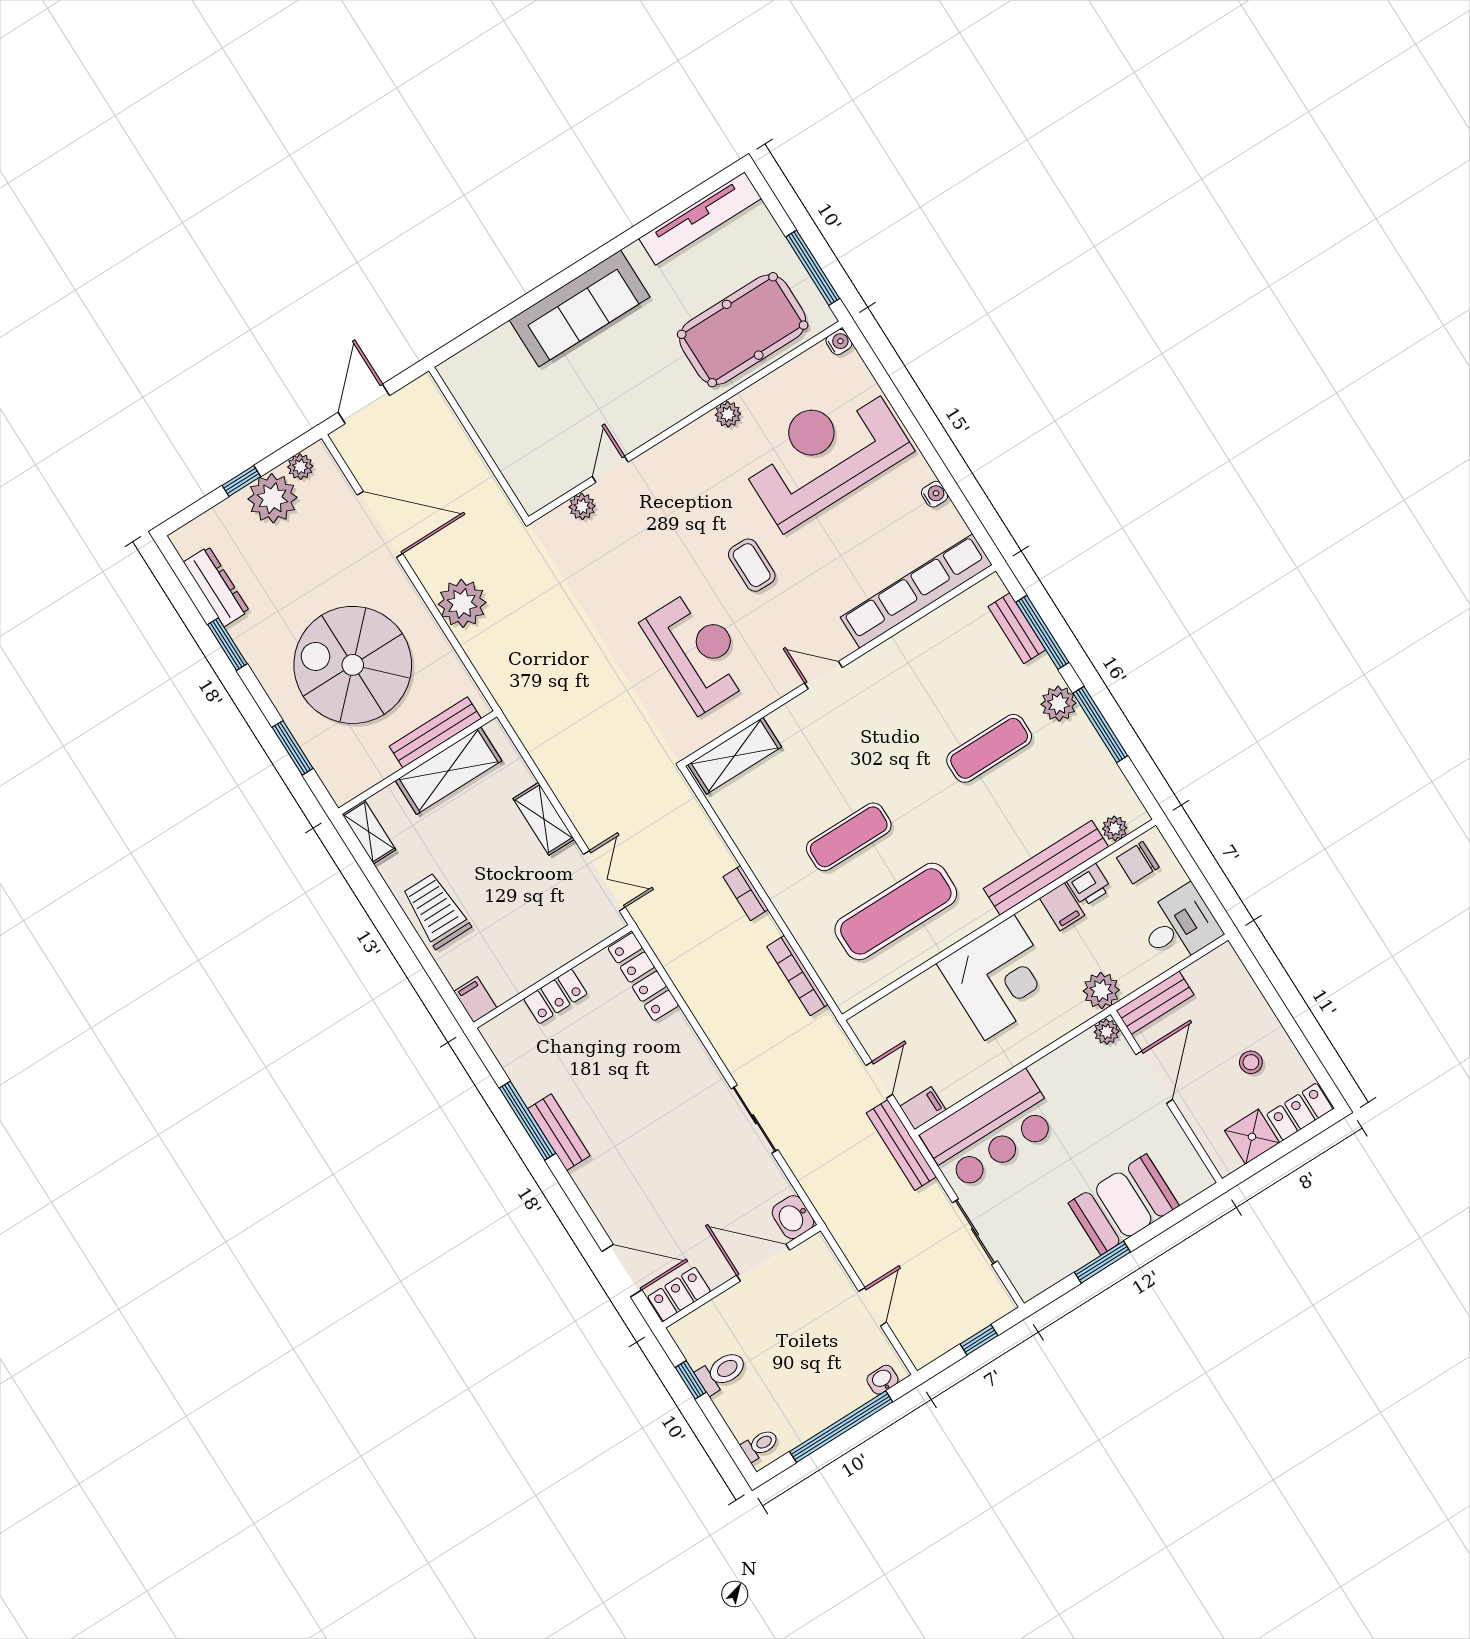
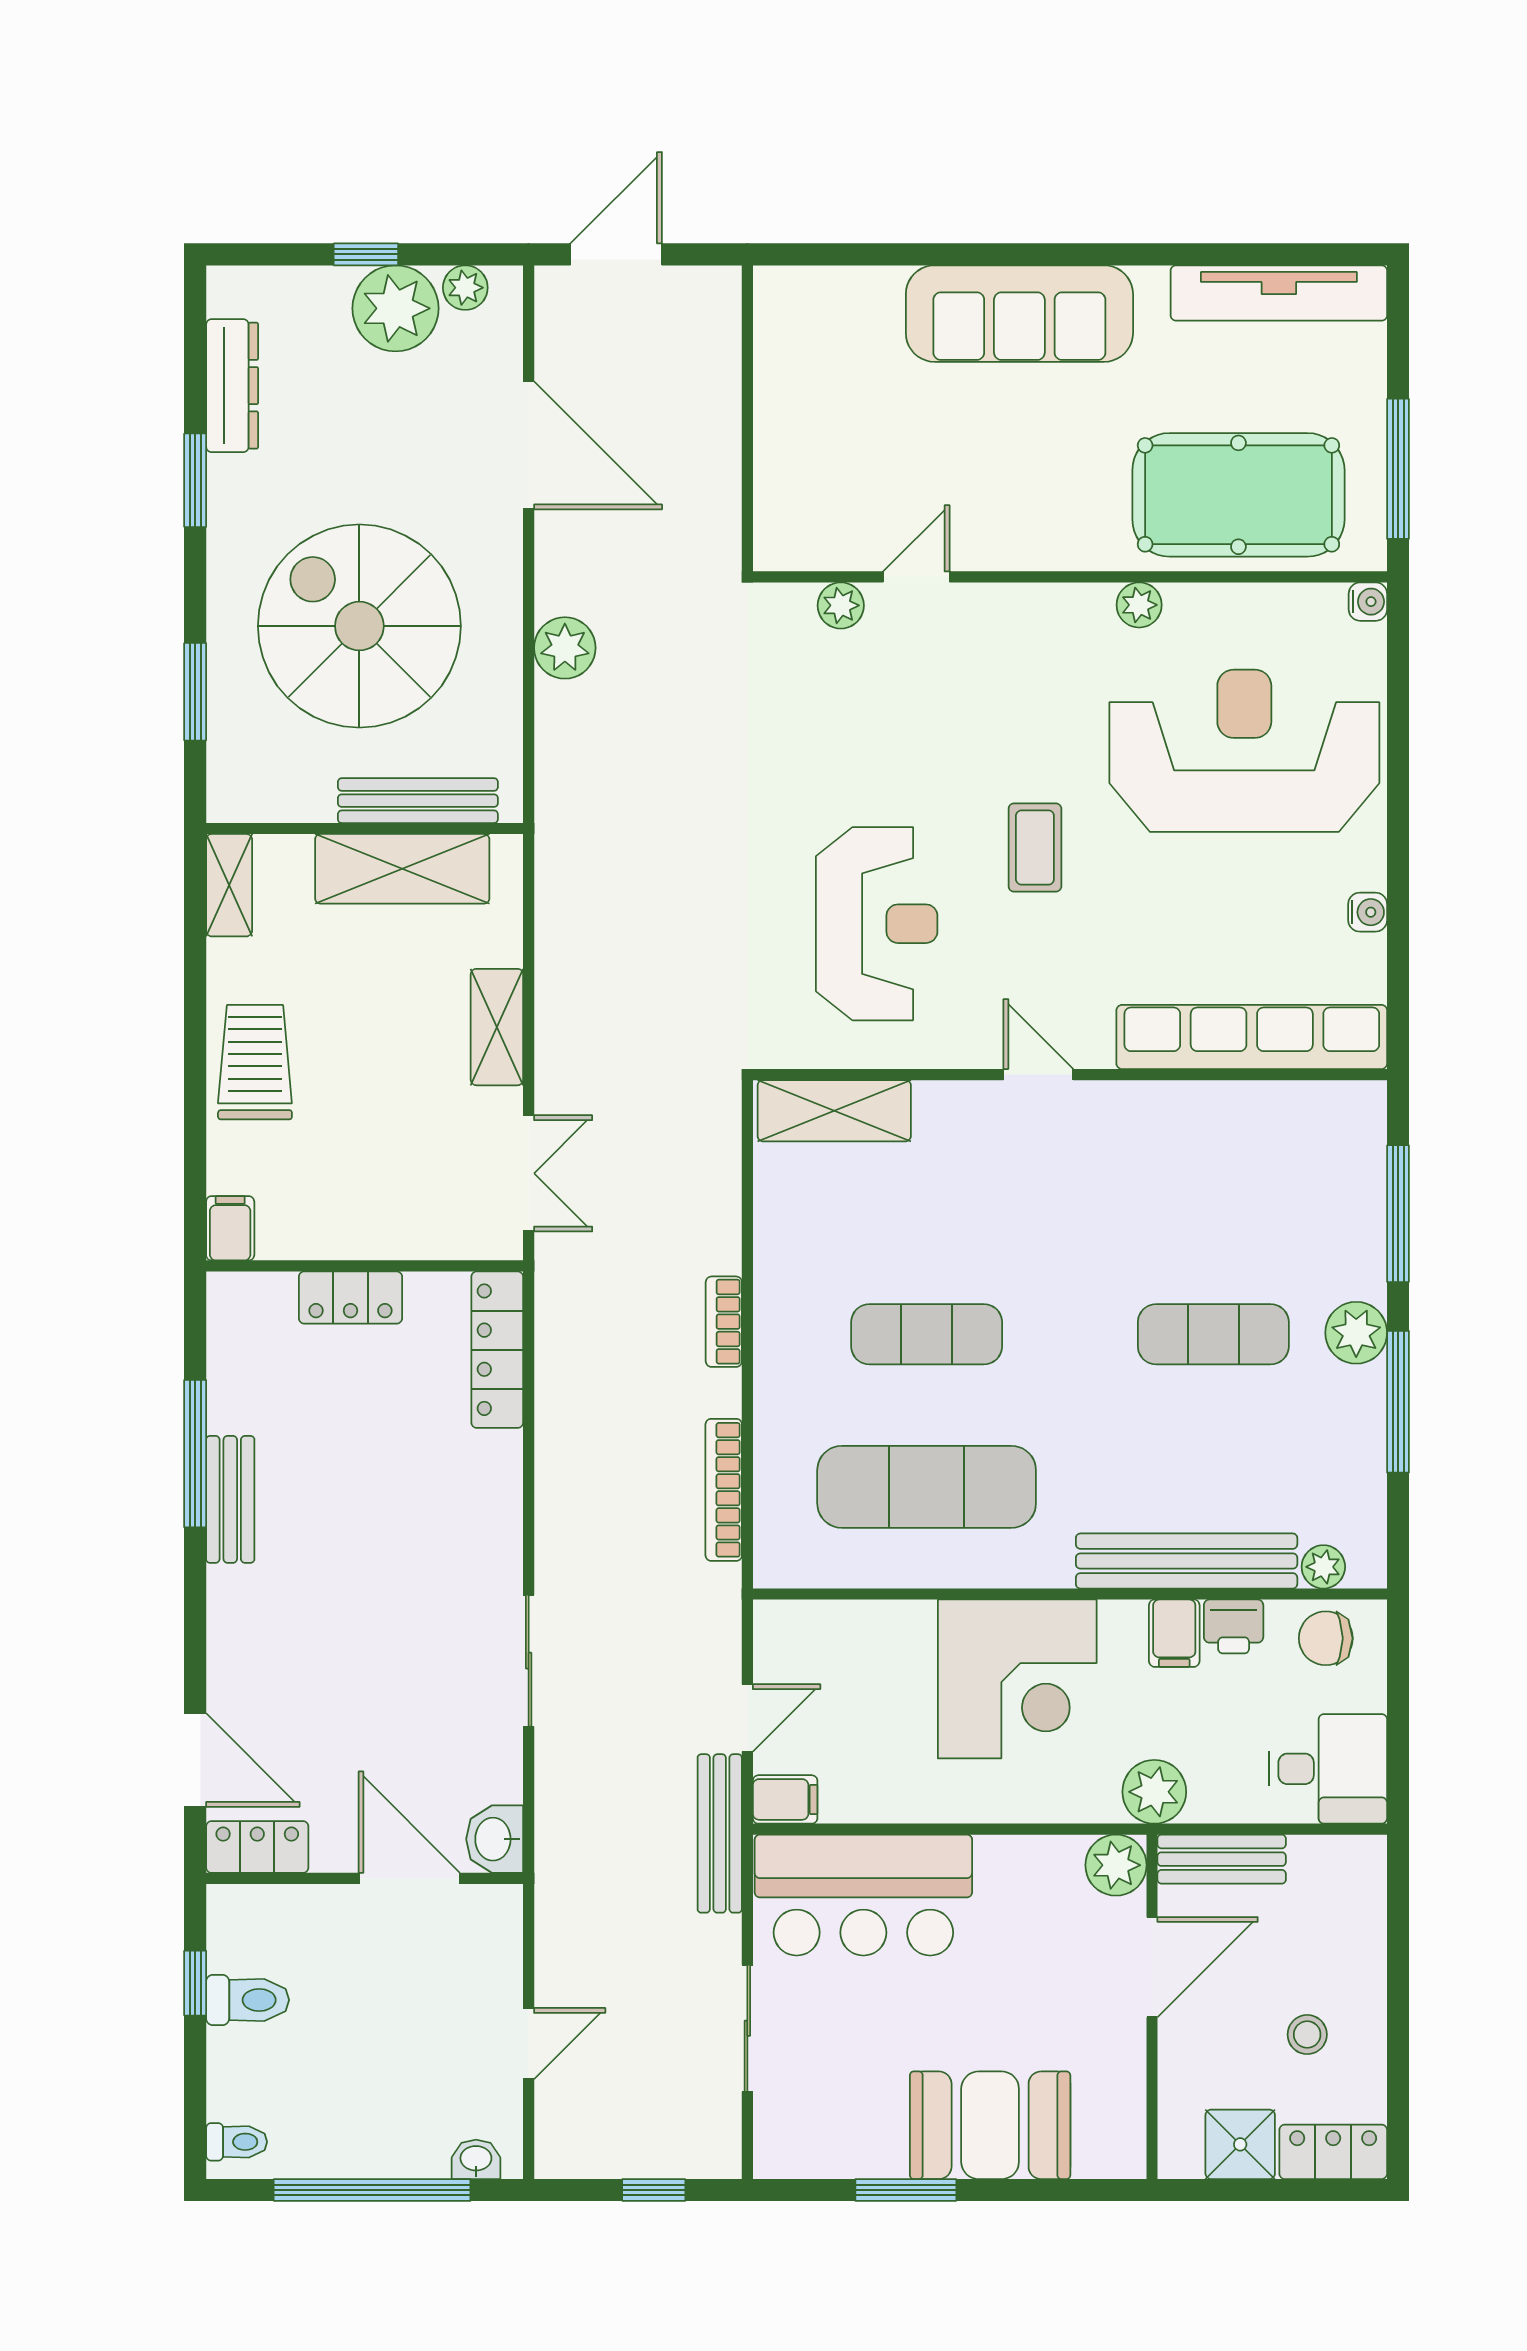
plant: (462, 603) -> (565, 648), width x0.73, depth x0.73
bench: (1017, 628) -> (1365, 1184), removed
plant: (1107, 1032) -> (1116, 1865), width x1.38, depth x1.38

